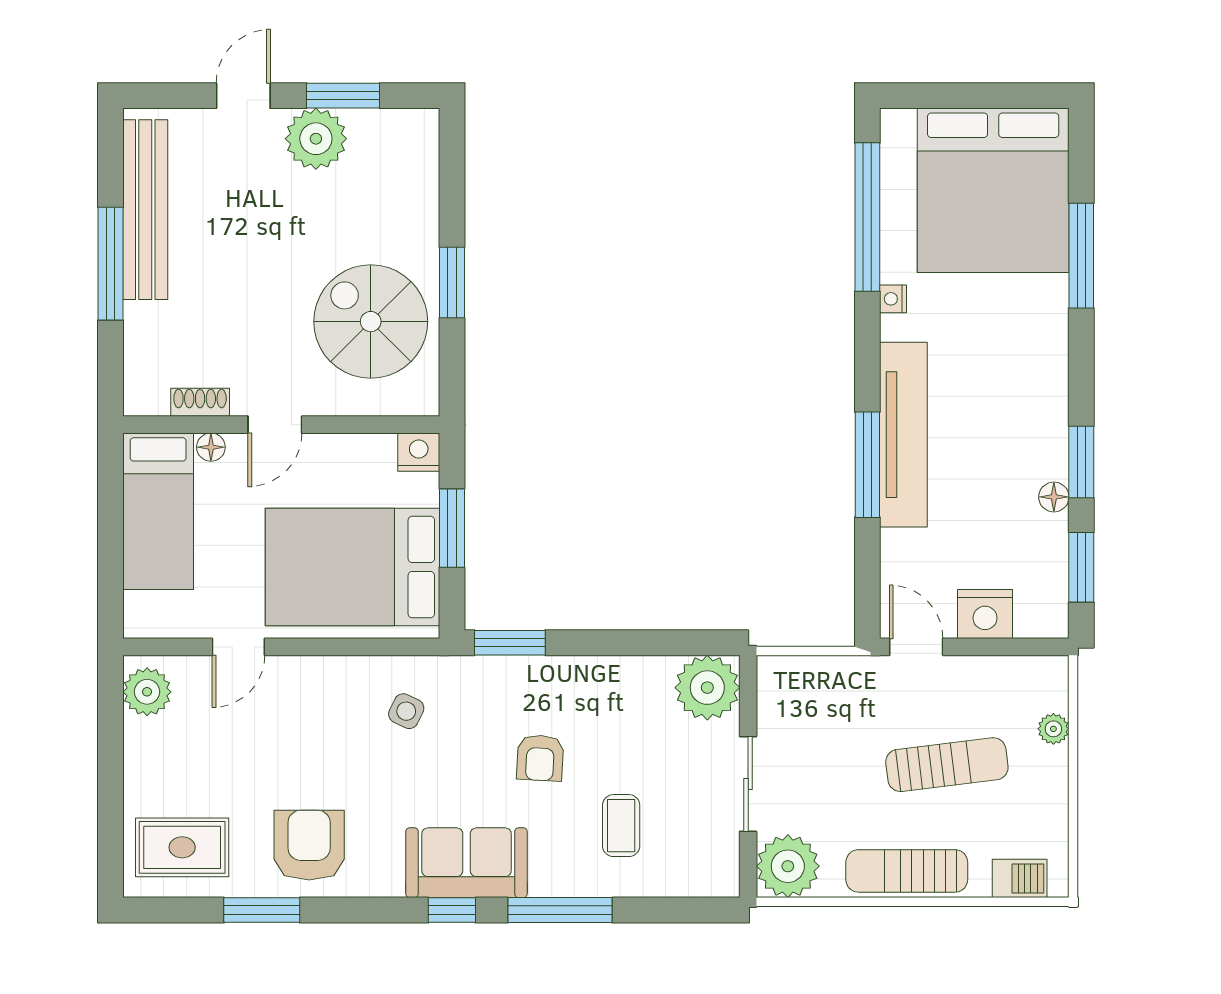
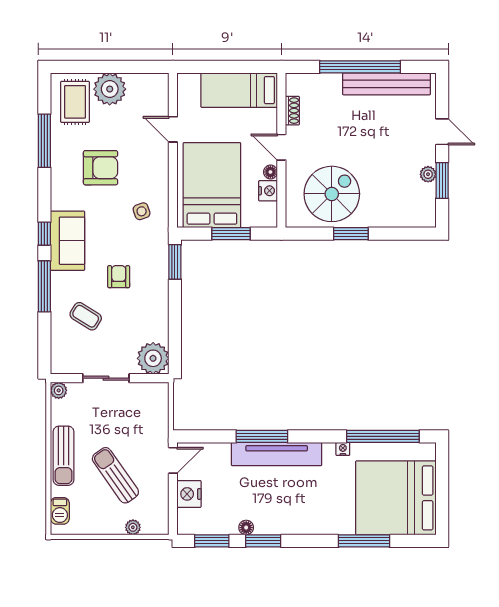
plant: (316, 139) -> (428, 174), width x0.53, depth x0.53
window: (111, 264) -> (360, 67), width x1.46
floor lamp: (211, 447) -> (270, 172), moved
nightstand: (419, 452) -> (268, 191), moved
plant: (147, 692) -> (110, 89), moved, width x1.36, depth x1.36
side table: (406, 711) -> (142, 211), turned 45
armchair: (540, 758) -> (119, 277), turned 87
sun lounger: (947, 765) -> (115, 475), turned 152
coffee table: (621, 826) -> (86, 316), turned 32
armchair: (309, 845) -> (101, 168), moved
plant: (788, 866) -> (59, 390), width x0.53, depth x0.53
sun lounger: (907, 871) -> (64, 456), turned 180
window: (262, 910) -> (44, 141), width x1.44

